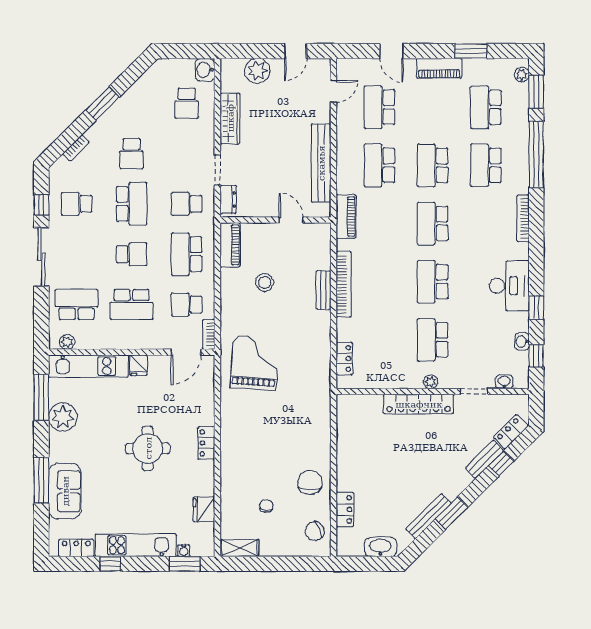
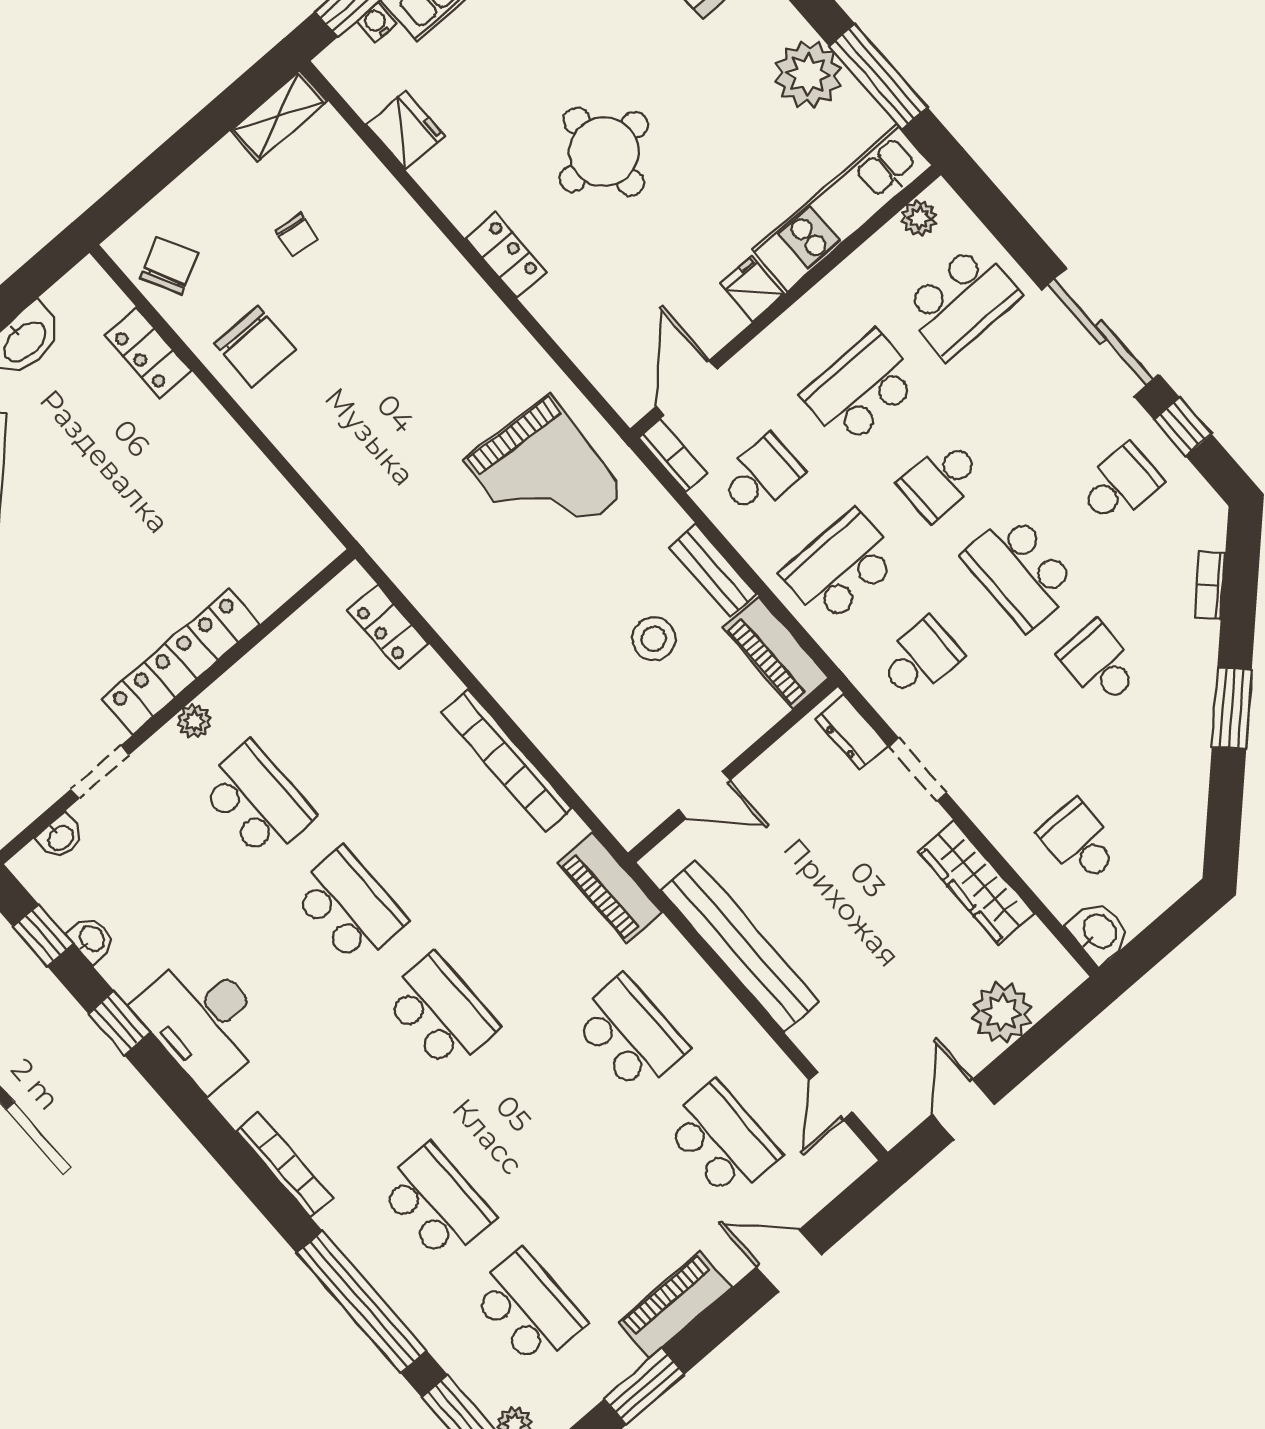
school desk: (433, 165) -> (533, 1118), removed
school desk: (187, 254) -> (840, 567), turned -90
bench: (323, 290) -> (713, 570), moved

